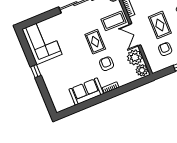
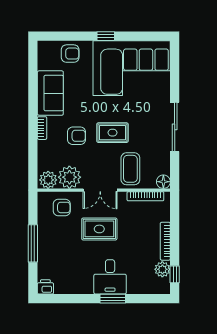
double door: (135, 35) -> (100, 190), swing flipped
corner sofa: (42, 42) -> (132, 68), width x1.36, depth x1.36
armchair: (165, 49) -> (62, 207), moved
armchair: (56, 89) -> (70, 54), added

